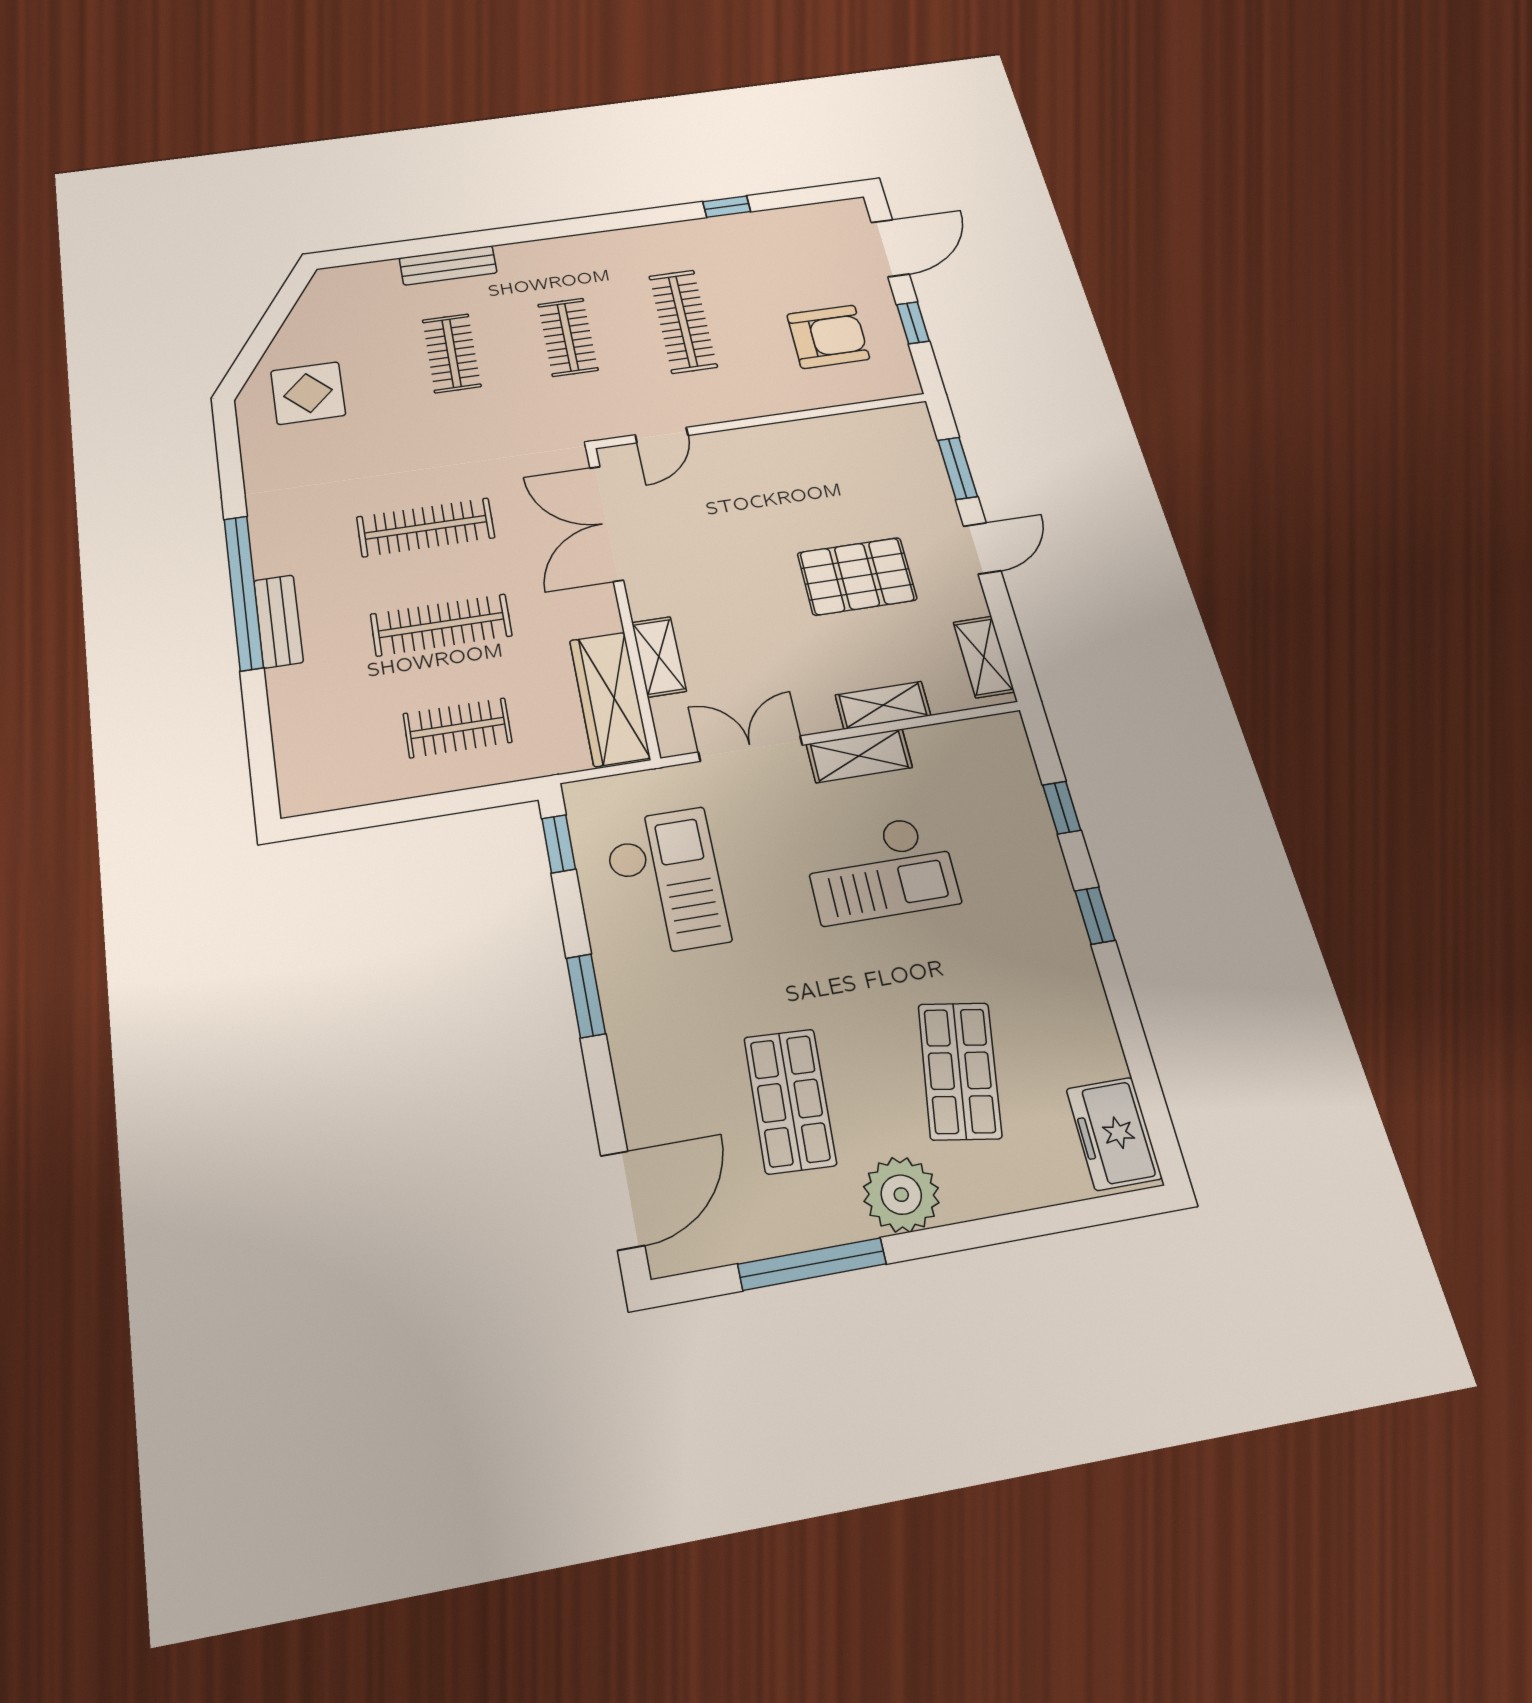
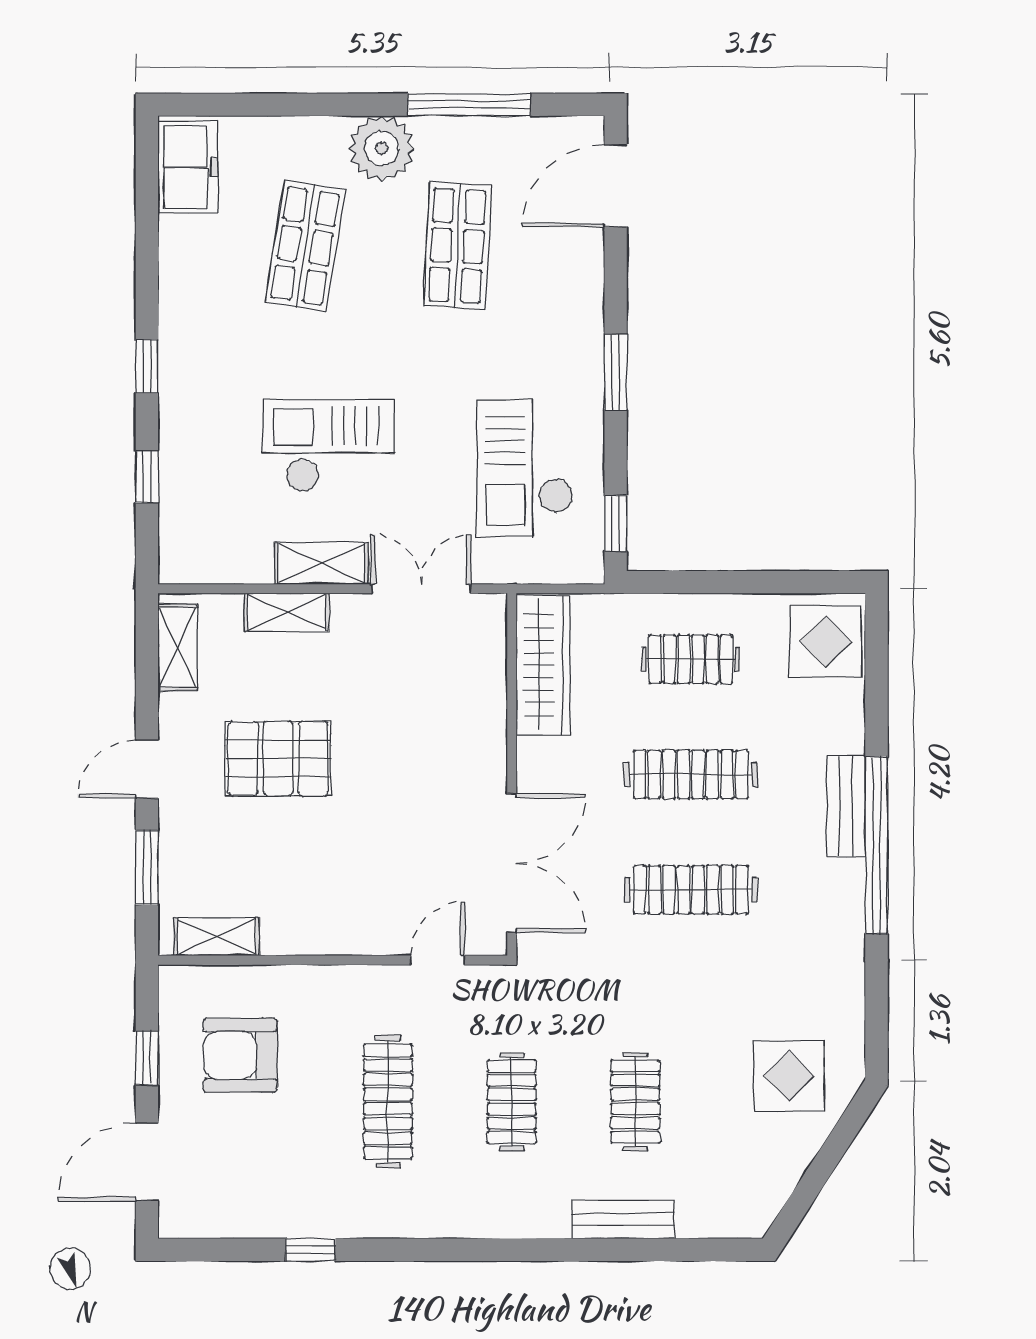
shelving: (659, 657) -> (217, 937), moved, turned 90
double door: (750, 749) -> (421, 589), swing flipped
display table: (318, 767) -> (825, 641), added

